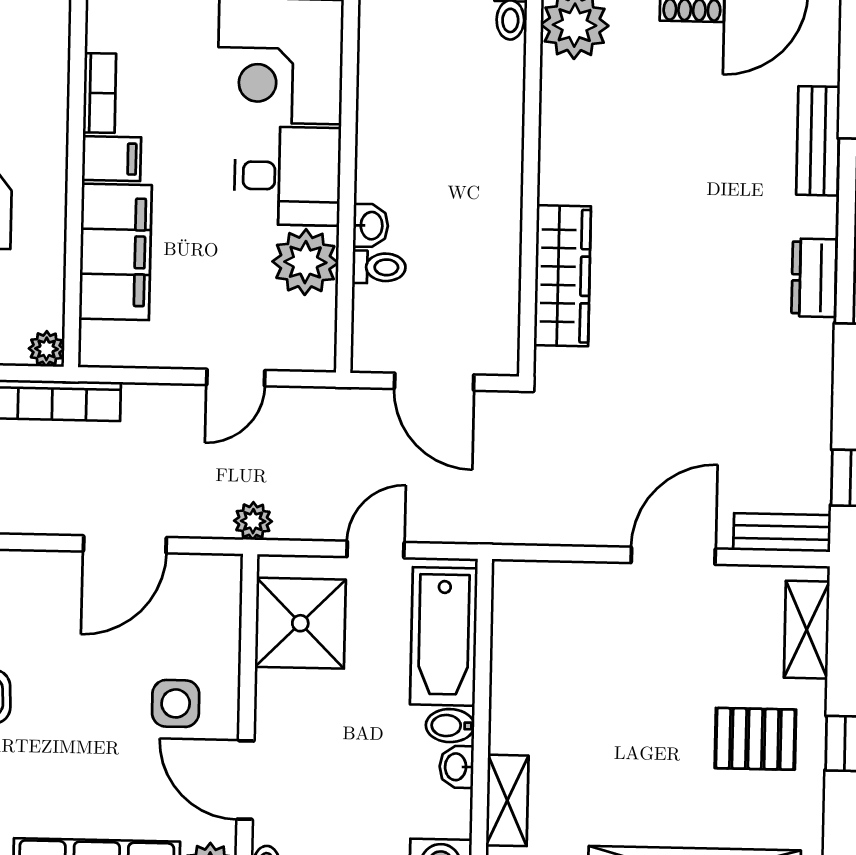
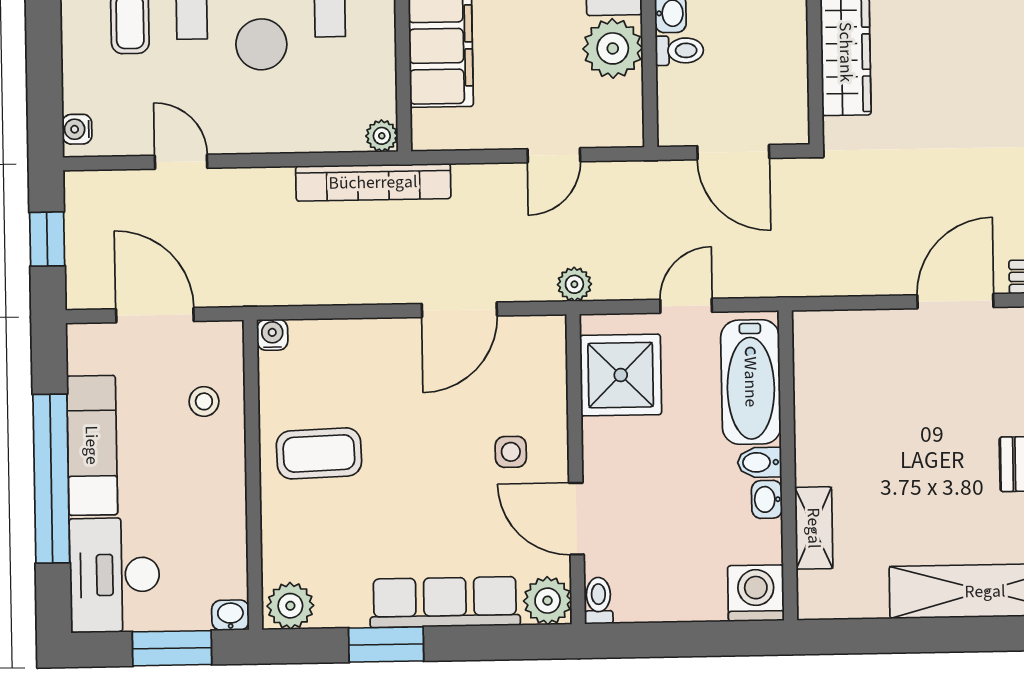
side table: (176, 703) -> (511, 452), width x0.73, depth x0.73

